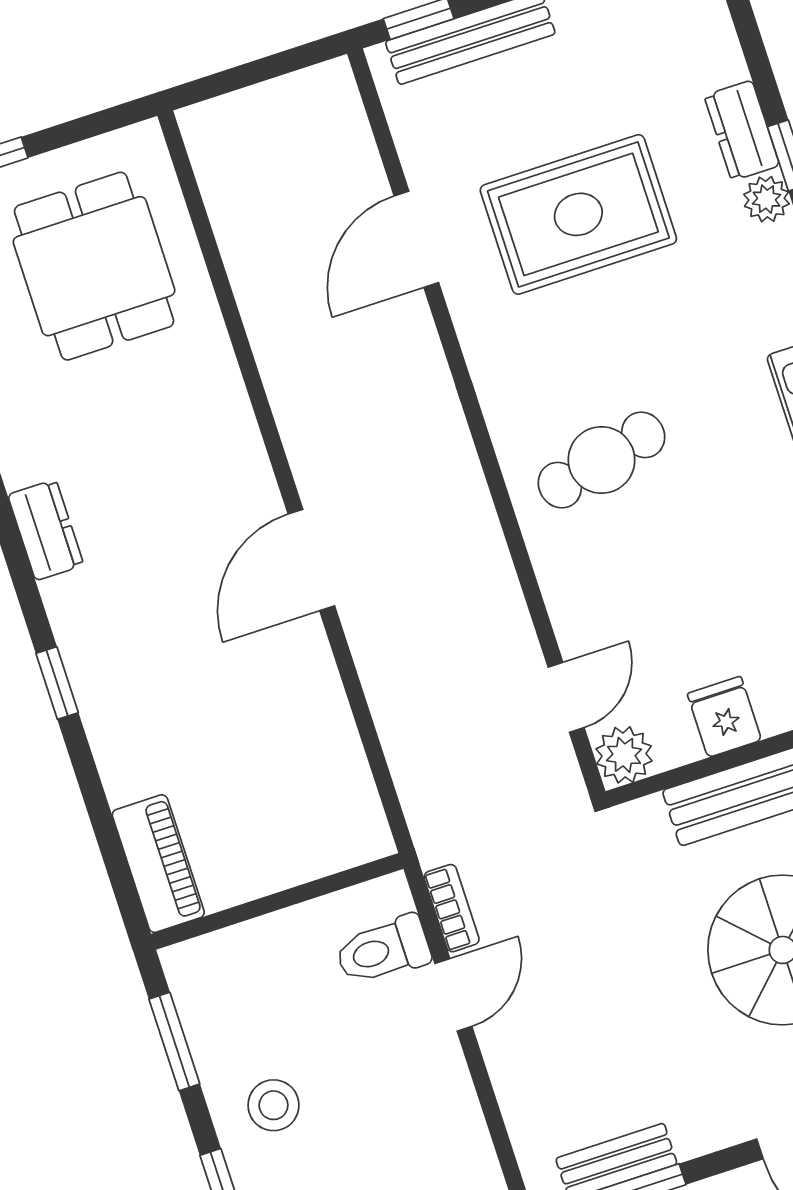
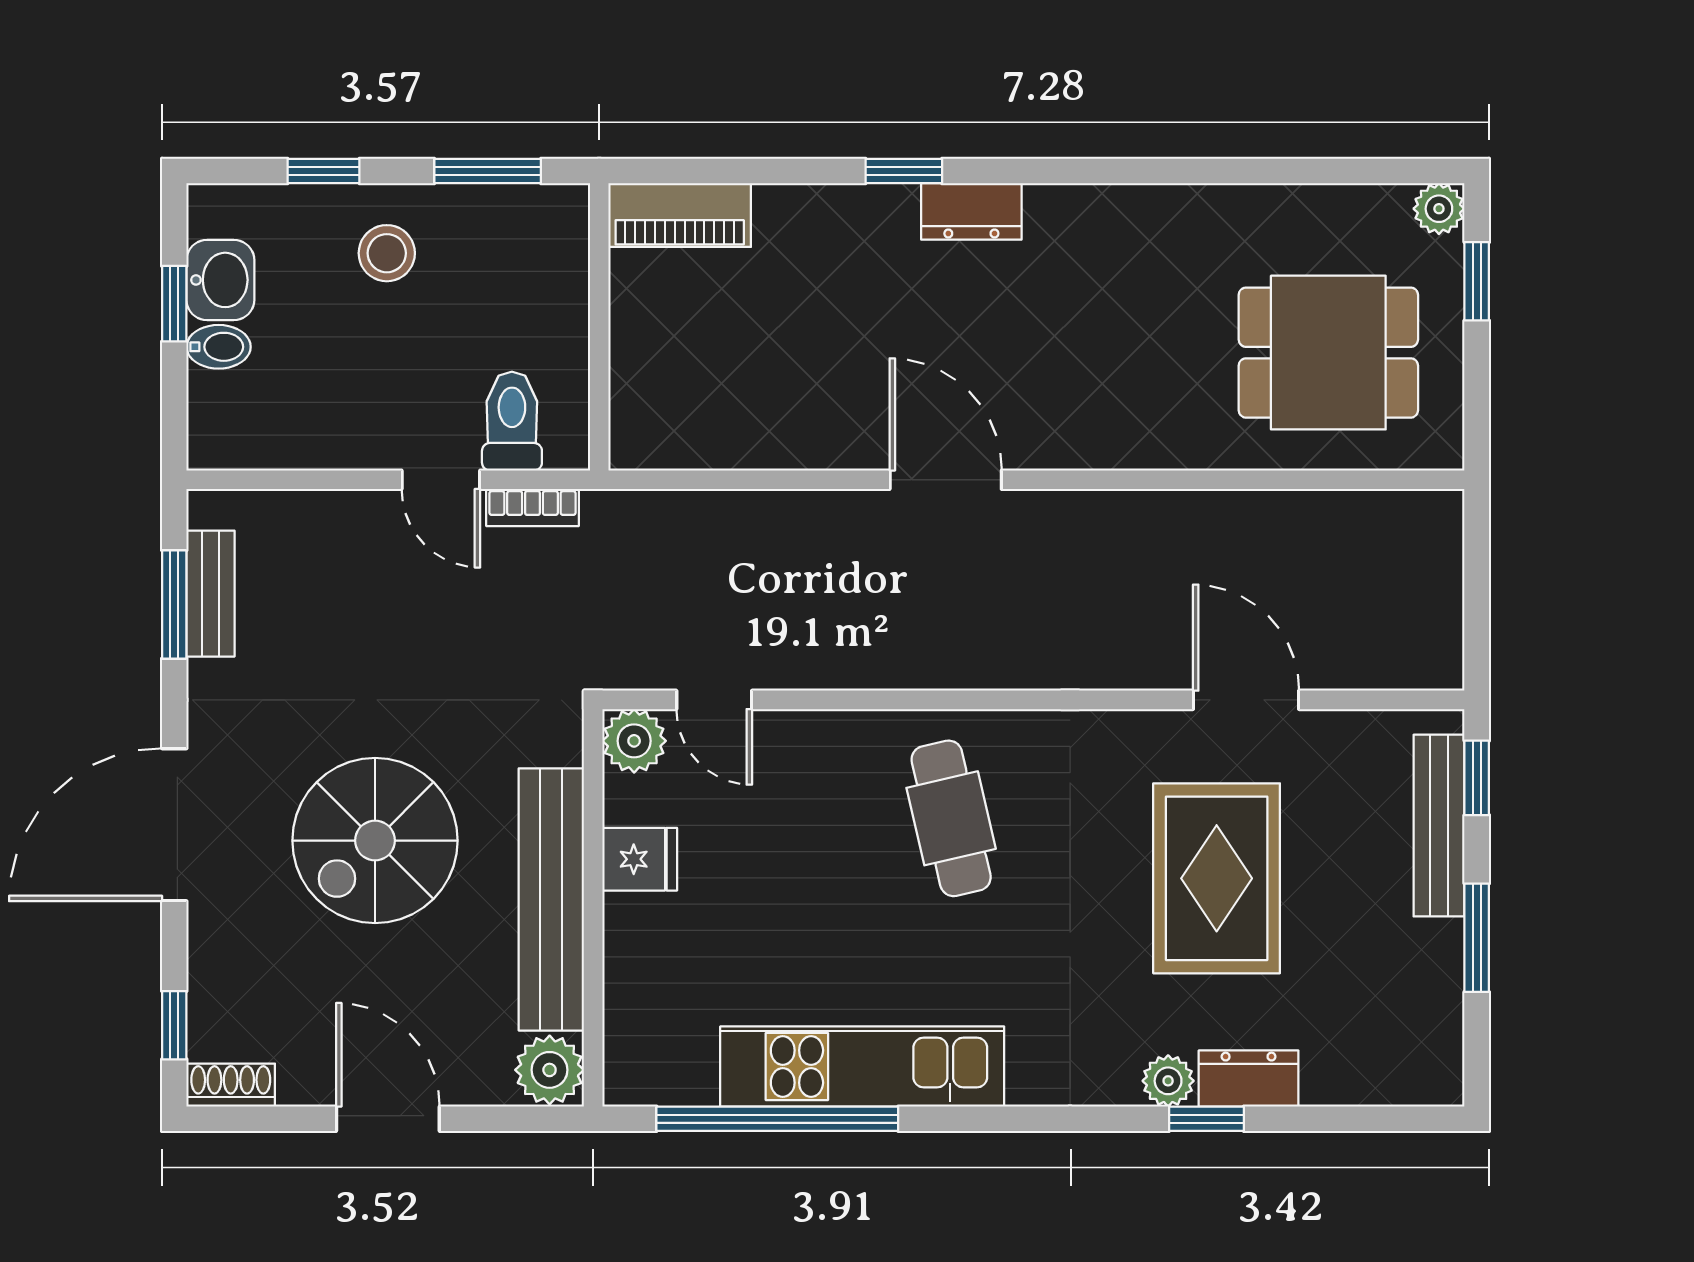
dresser: (46, 530) -> (971, 211), moved

